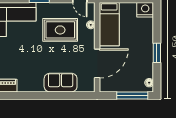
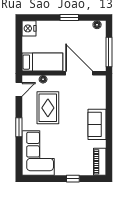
sofa: (61, 83) -> (97, 124), moved
window: (132, 95) -> (109, 52), moved

